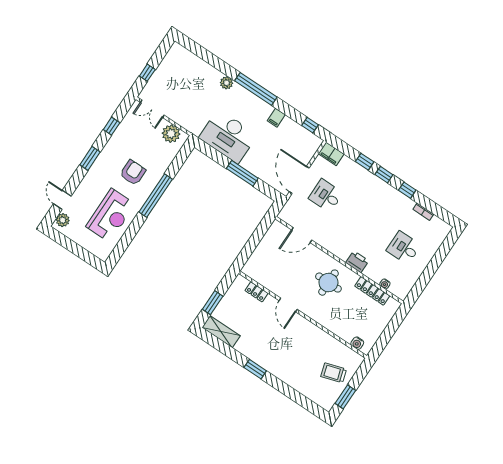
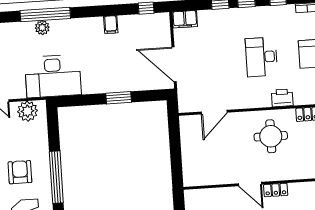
window: (256, 89) -> (45, 15), moved
desk: (228, 136) -> (53, 76), moved
window: (242, 173) -> (119, 98), width x0.69
desk: (326, 196) -> (261, 57), moved, width x1.37
locker: (257, 292) -> (276, 190), moved

